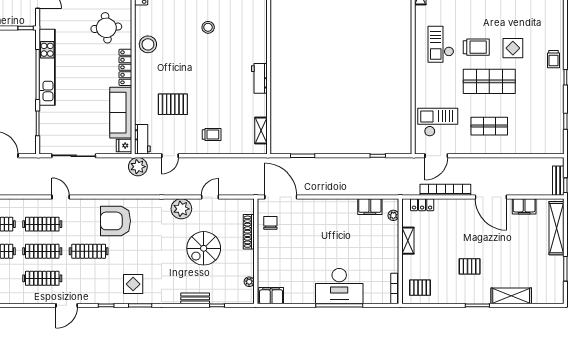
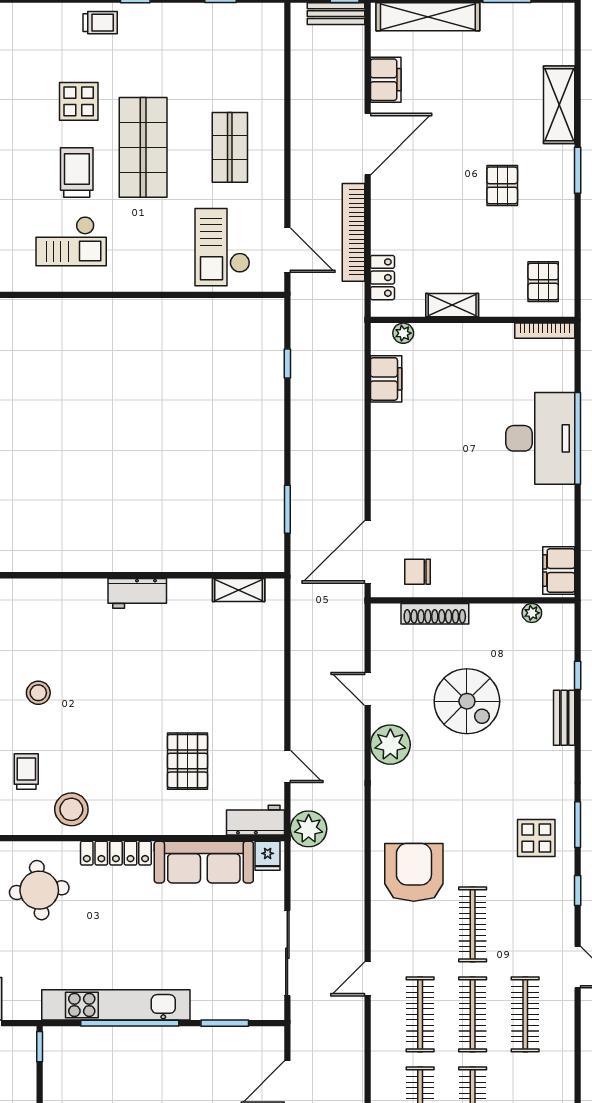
trolley: (212, 134) -> (26, 771), moved
armchair: (115, 221) -> (414, 872), turned 180

